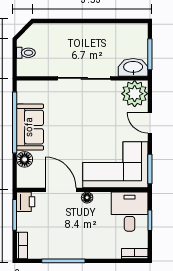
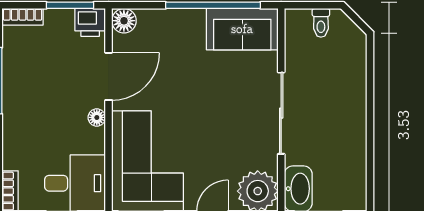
sofa: (30, 127) -> (242, 29), moved
floor lamp: (25, 159) -> (124, 21), moved

